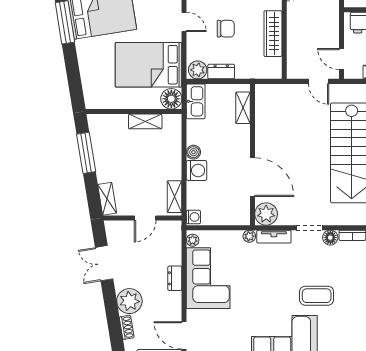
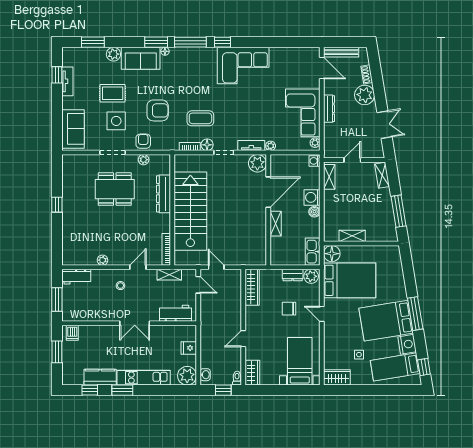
wardrobe: (273, 34) -> (252, 287), moved
shelving: (243, 108) -> (276, 224), moved
door: (252, 177) -> (268, 192), swing flipped
dresser: (175, 278) -> (329, 109), width x1.44
coffee table: (317, 296) -> (200, 118), moved

